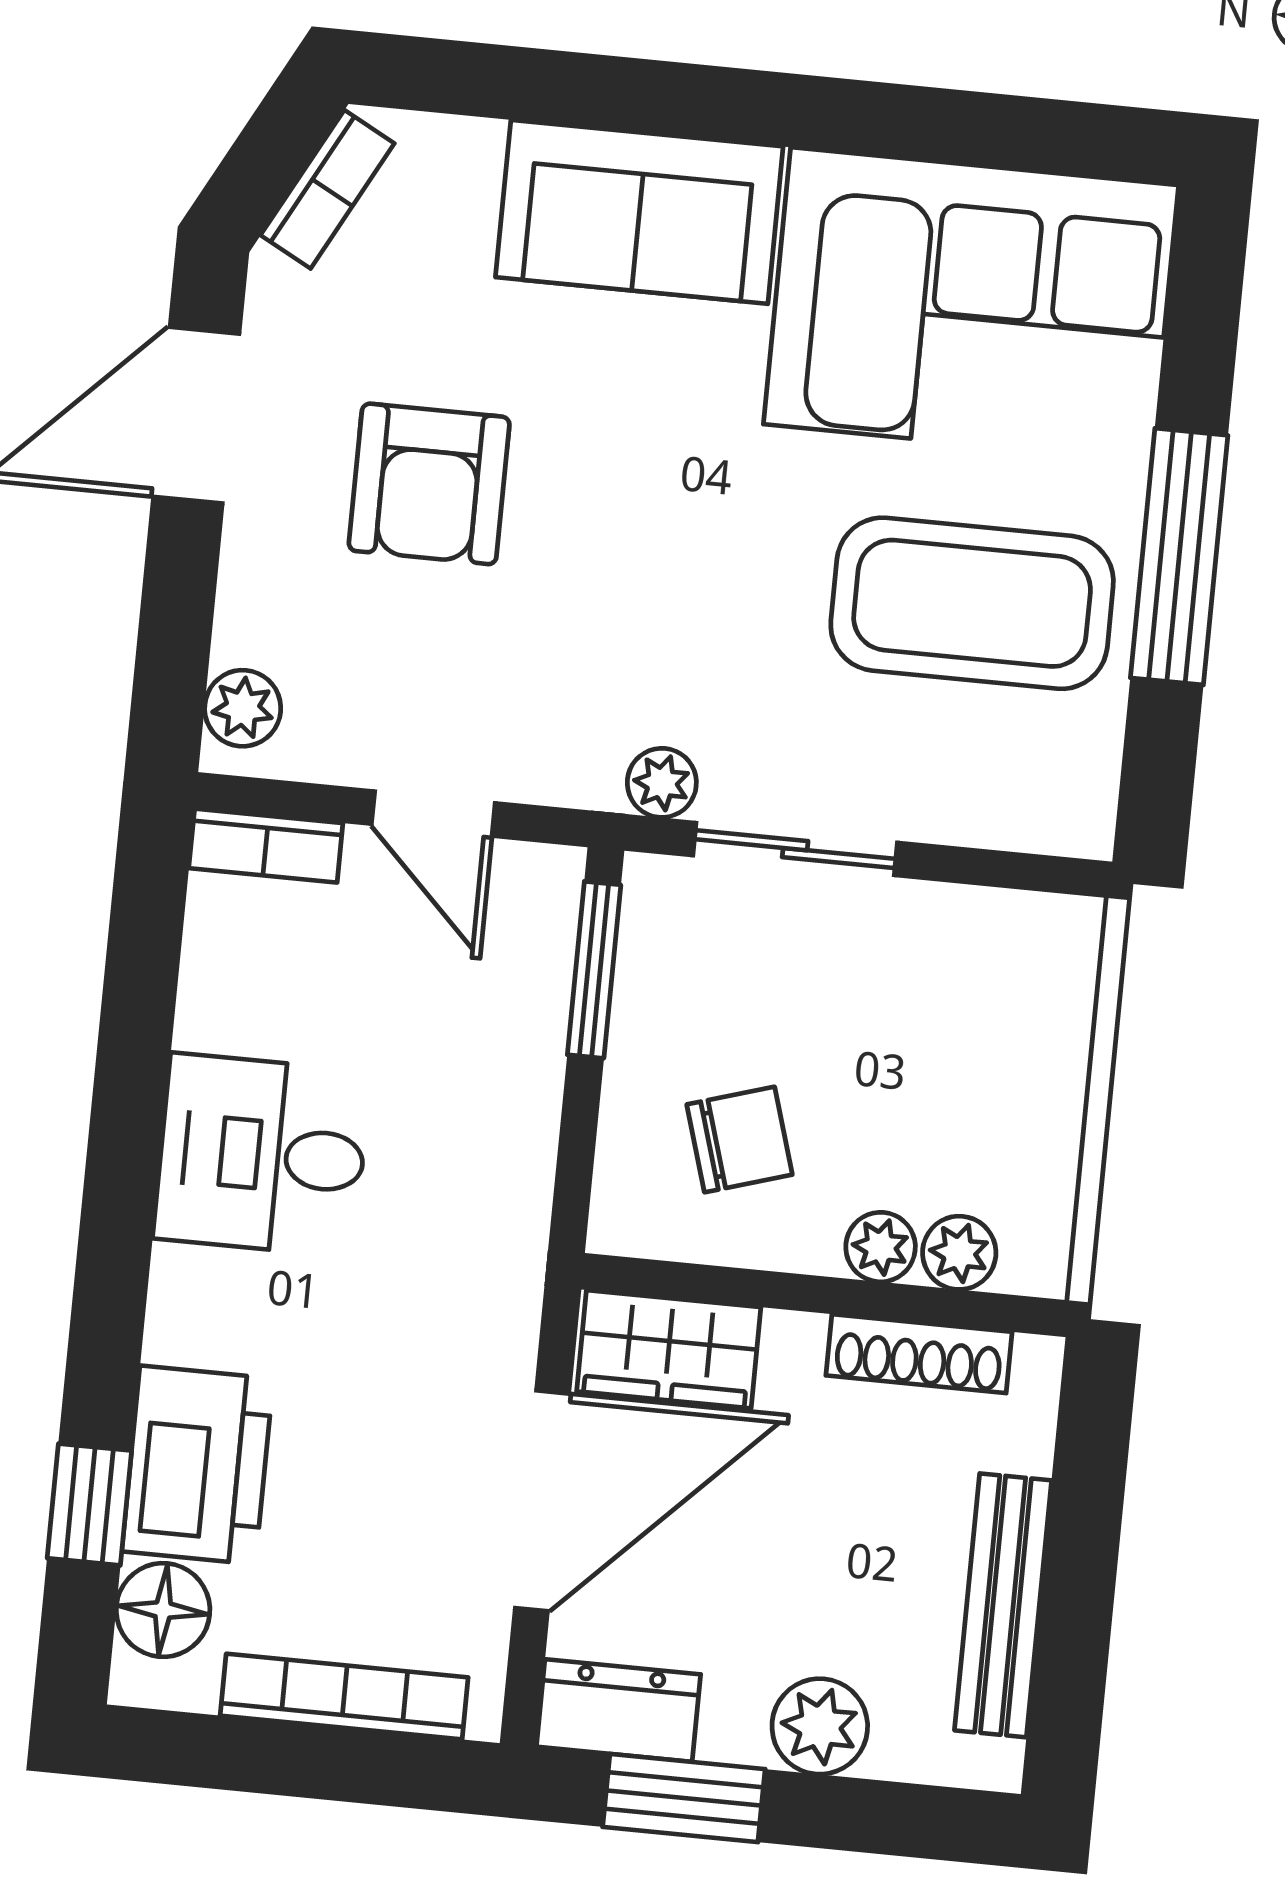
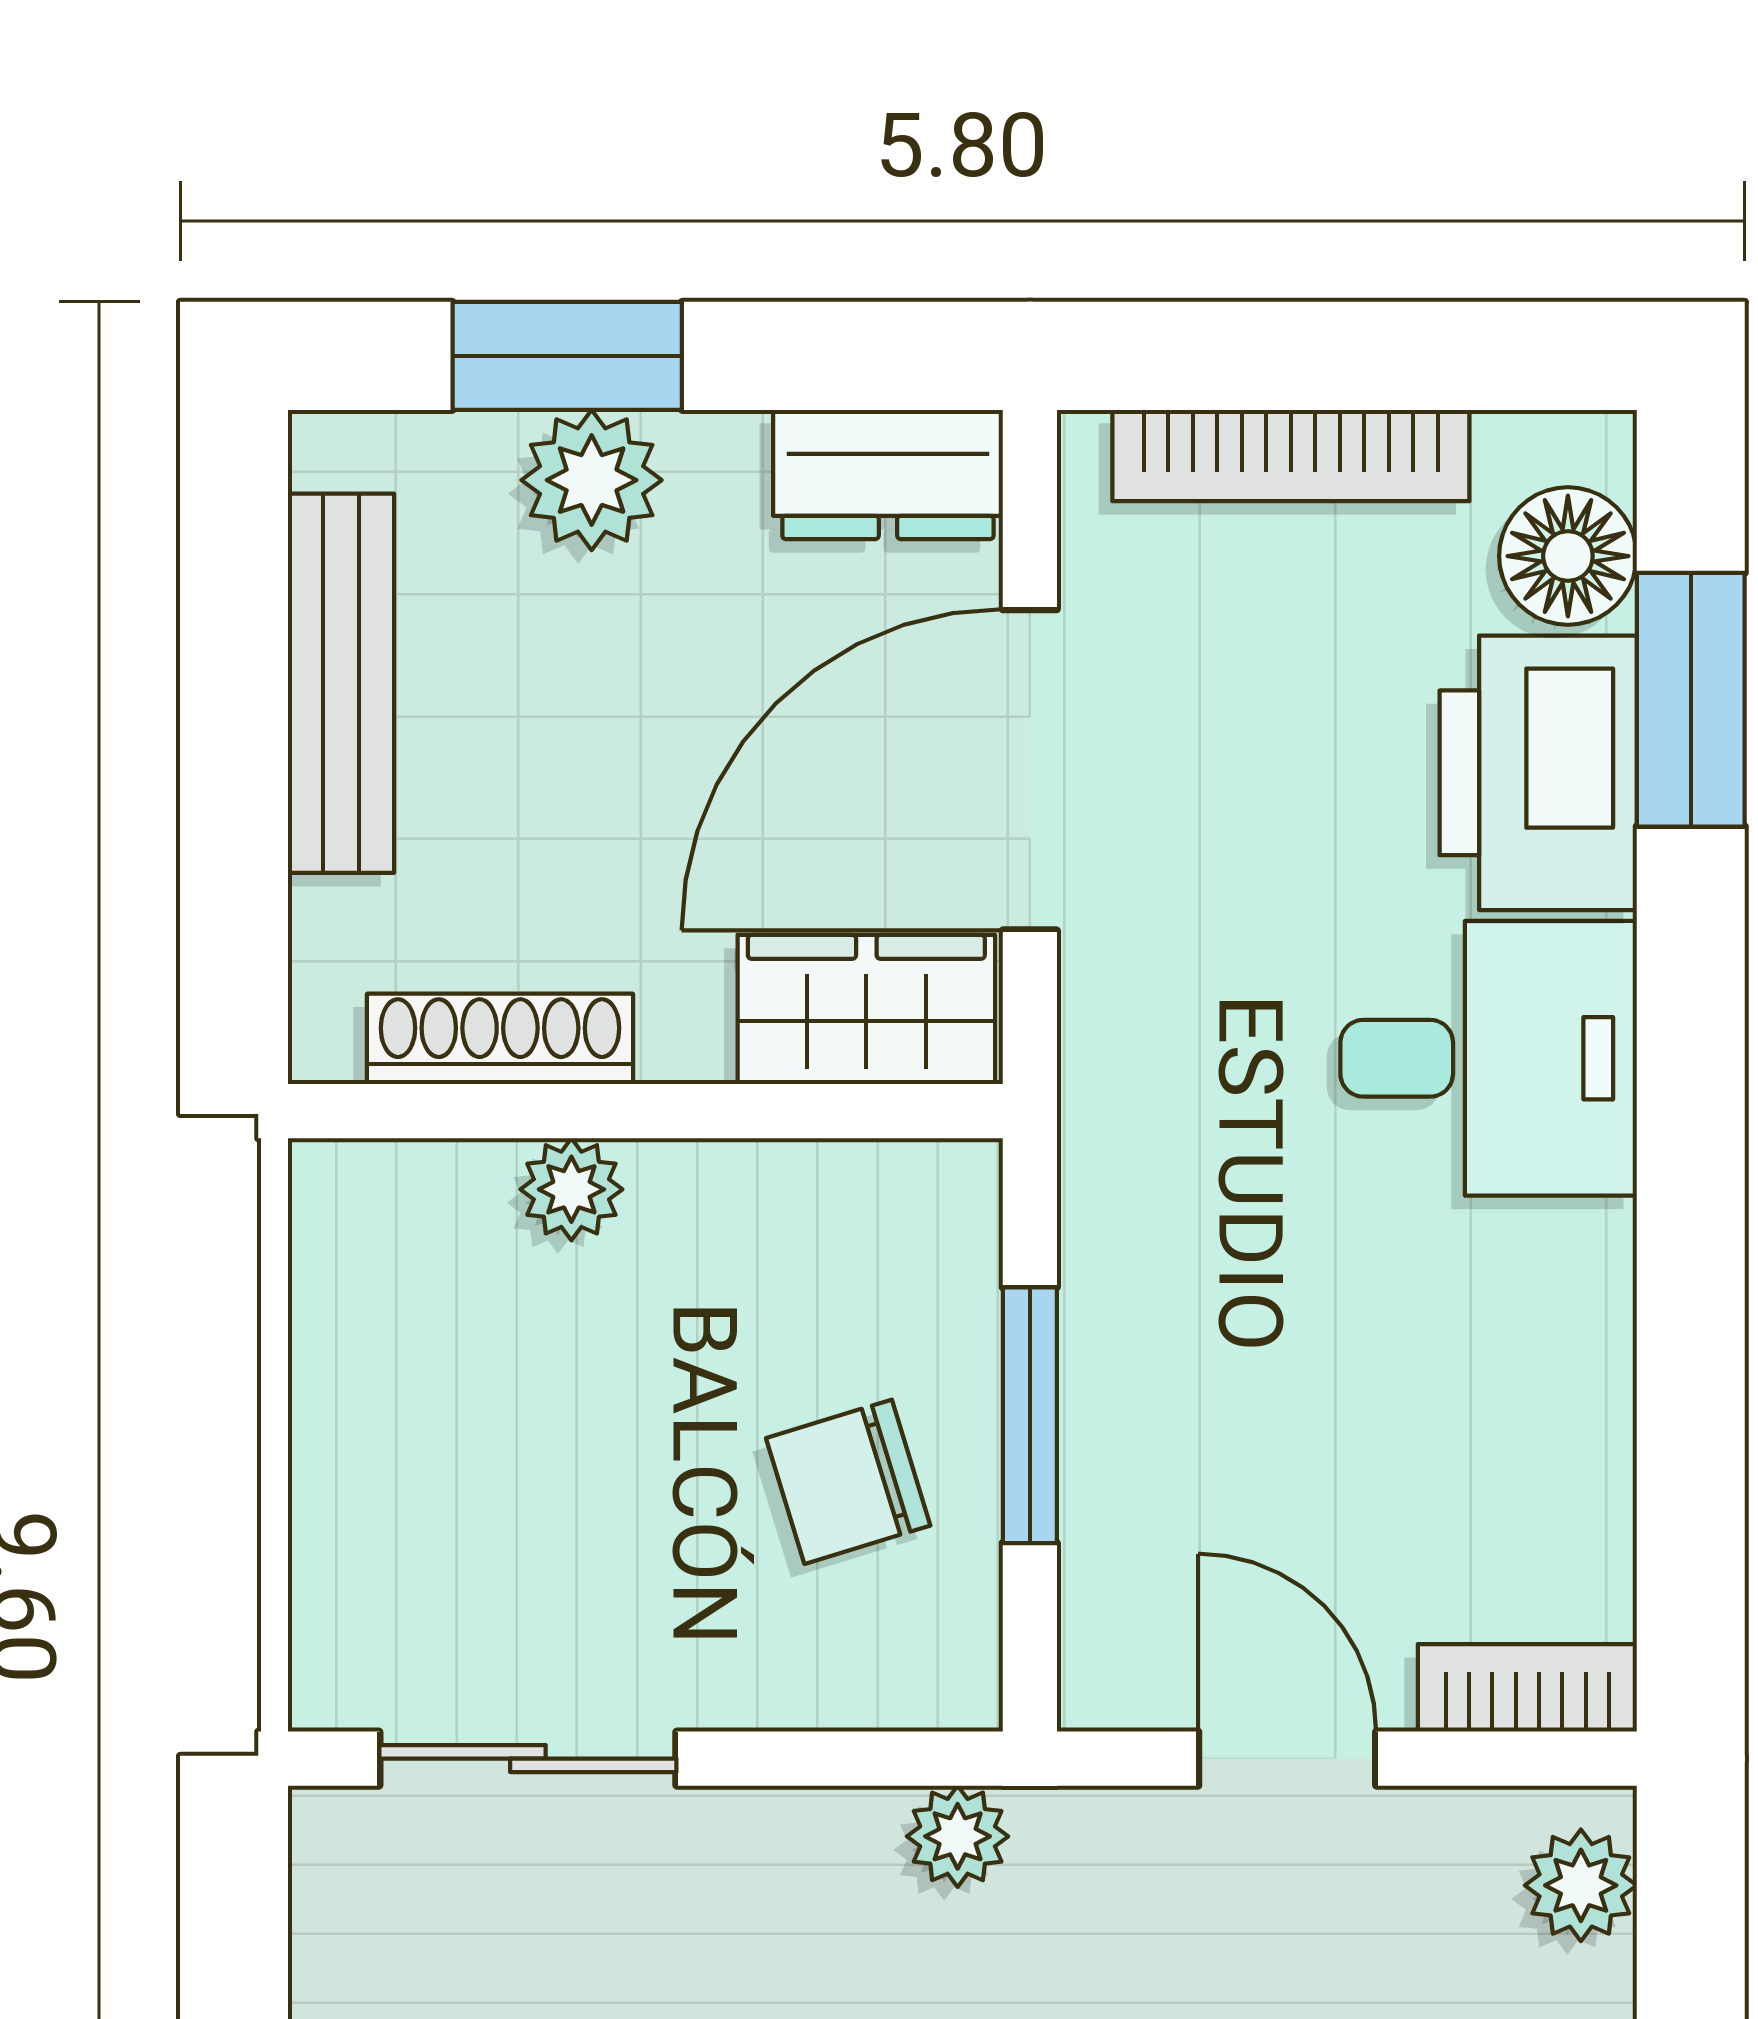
sliding door: (795, 849) -> (528, 1759), moved
window: (594, 970) -> (1030, 1415), moved
chair: (740, 1140) -> (848, 1482), moved
desk: (262, 1155) -> (1489, 1058), moved
plant: (959, 1253) -> (456, 1192), removed
window: (89, 1504) -> (1691, 700), width x1.50
window: (684, 1798) -> (567, 356), moved

